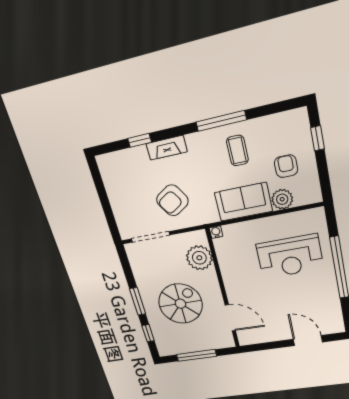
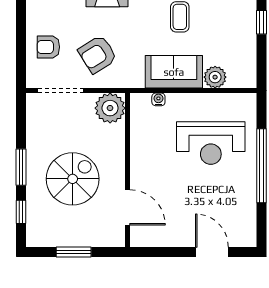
armchair: (286, 166) -> (48, 47), moved, turned -90
water cooler: (216, 232) -> (158, 99), moved
plant: (199, 258) -> (110, 108), moved
window: (197, 355) -> (74, 252), width x0.69

